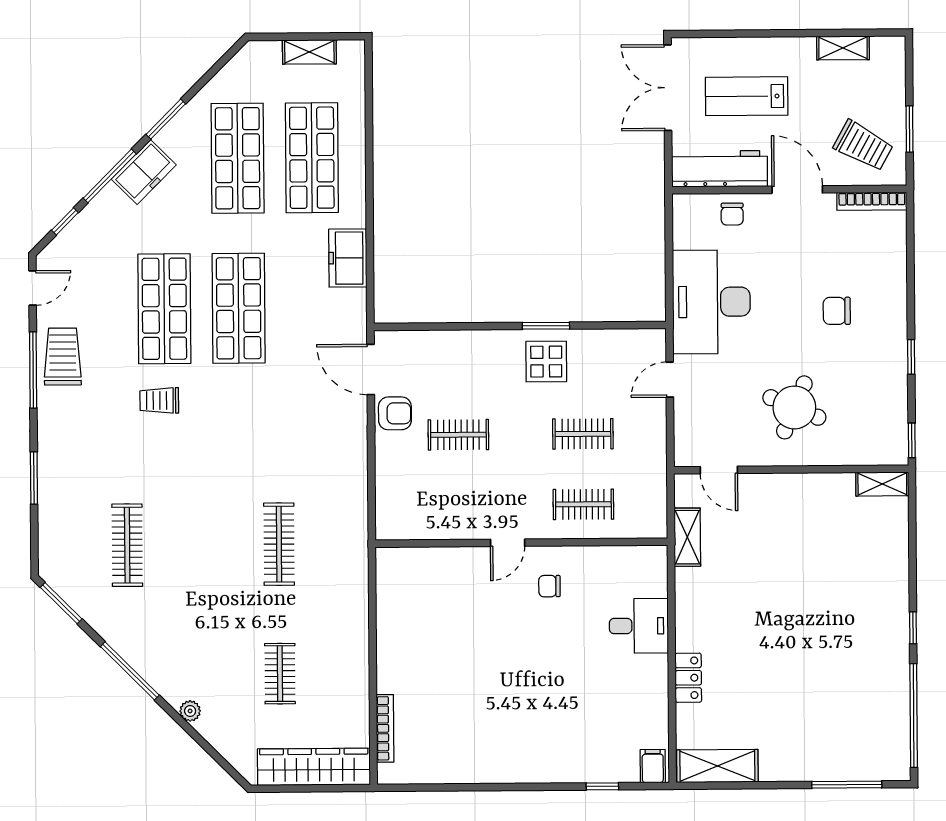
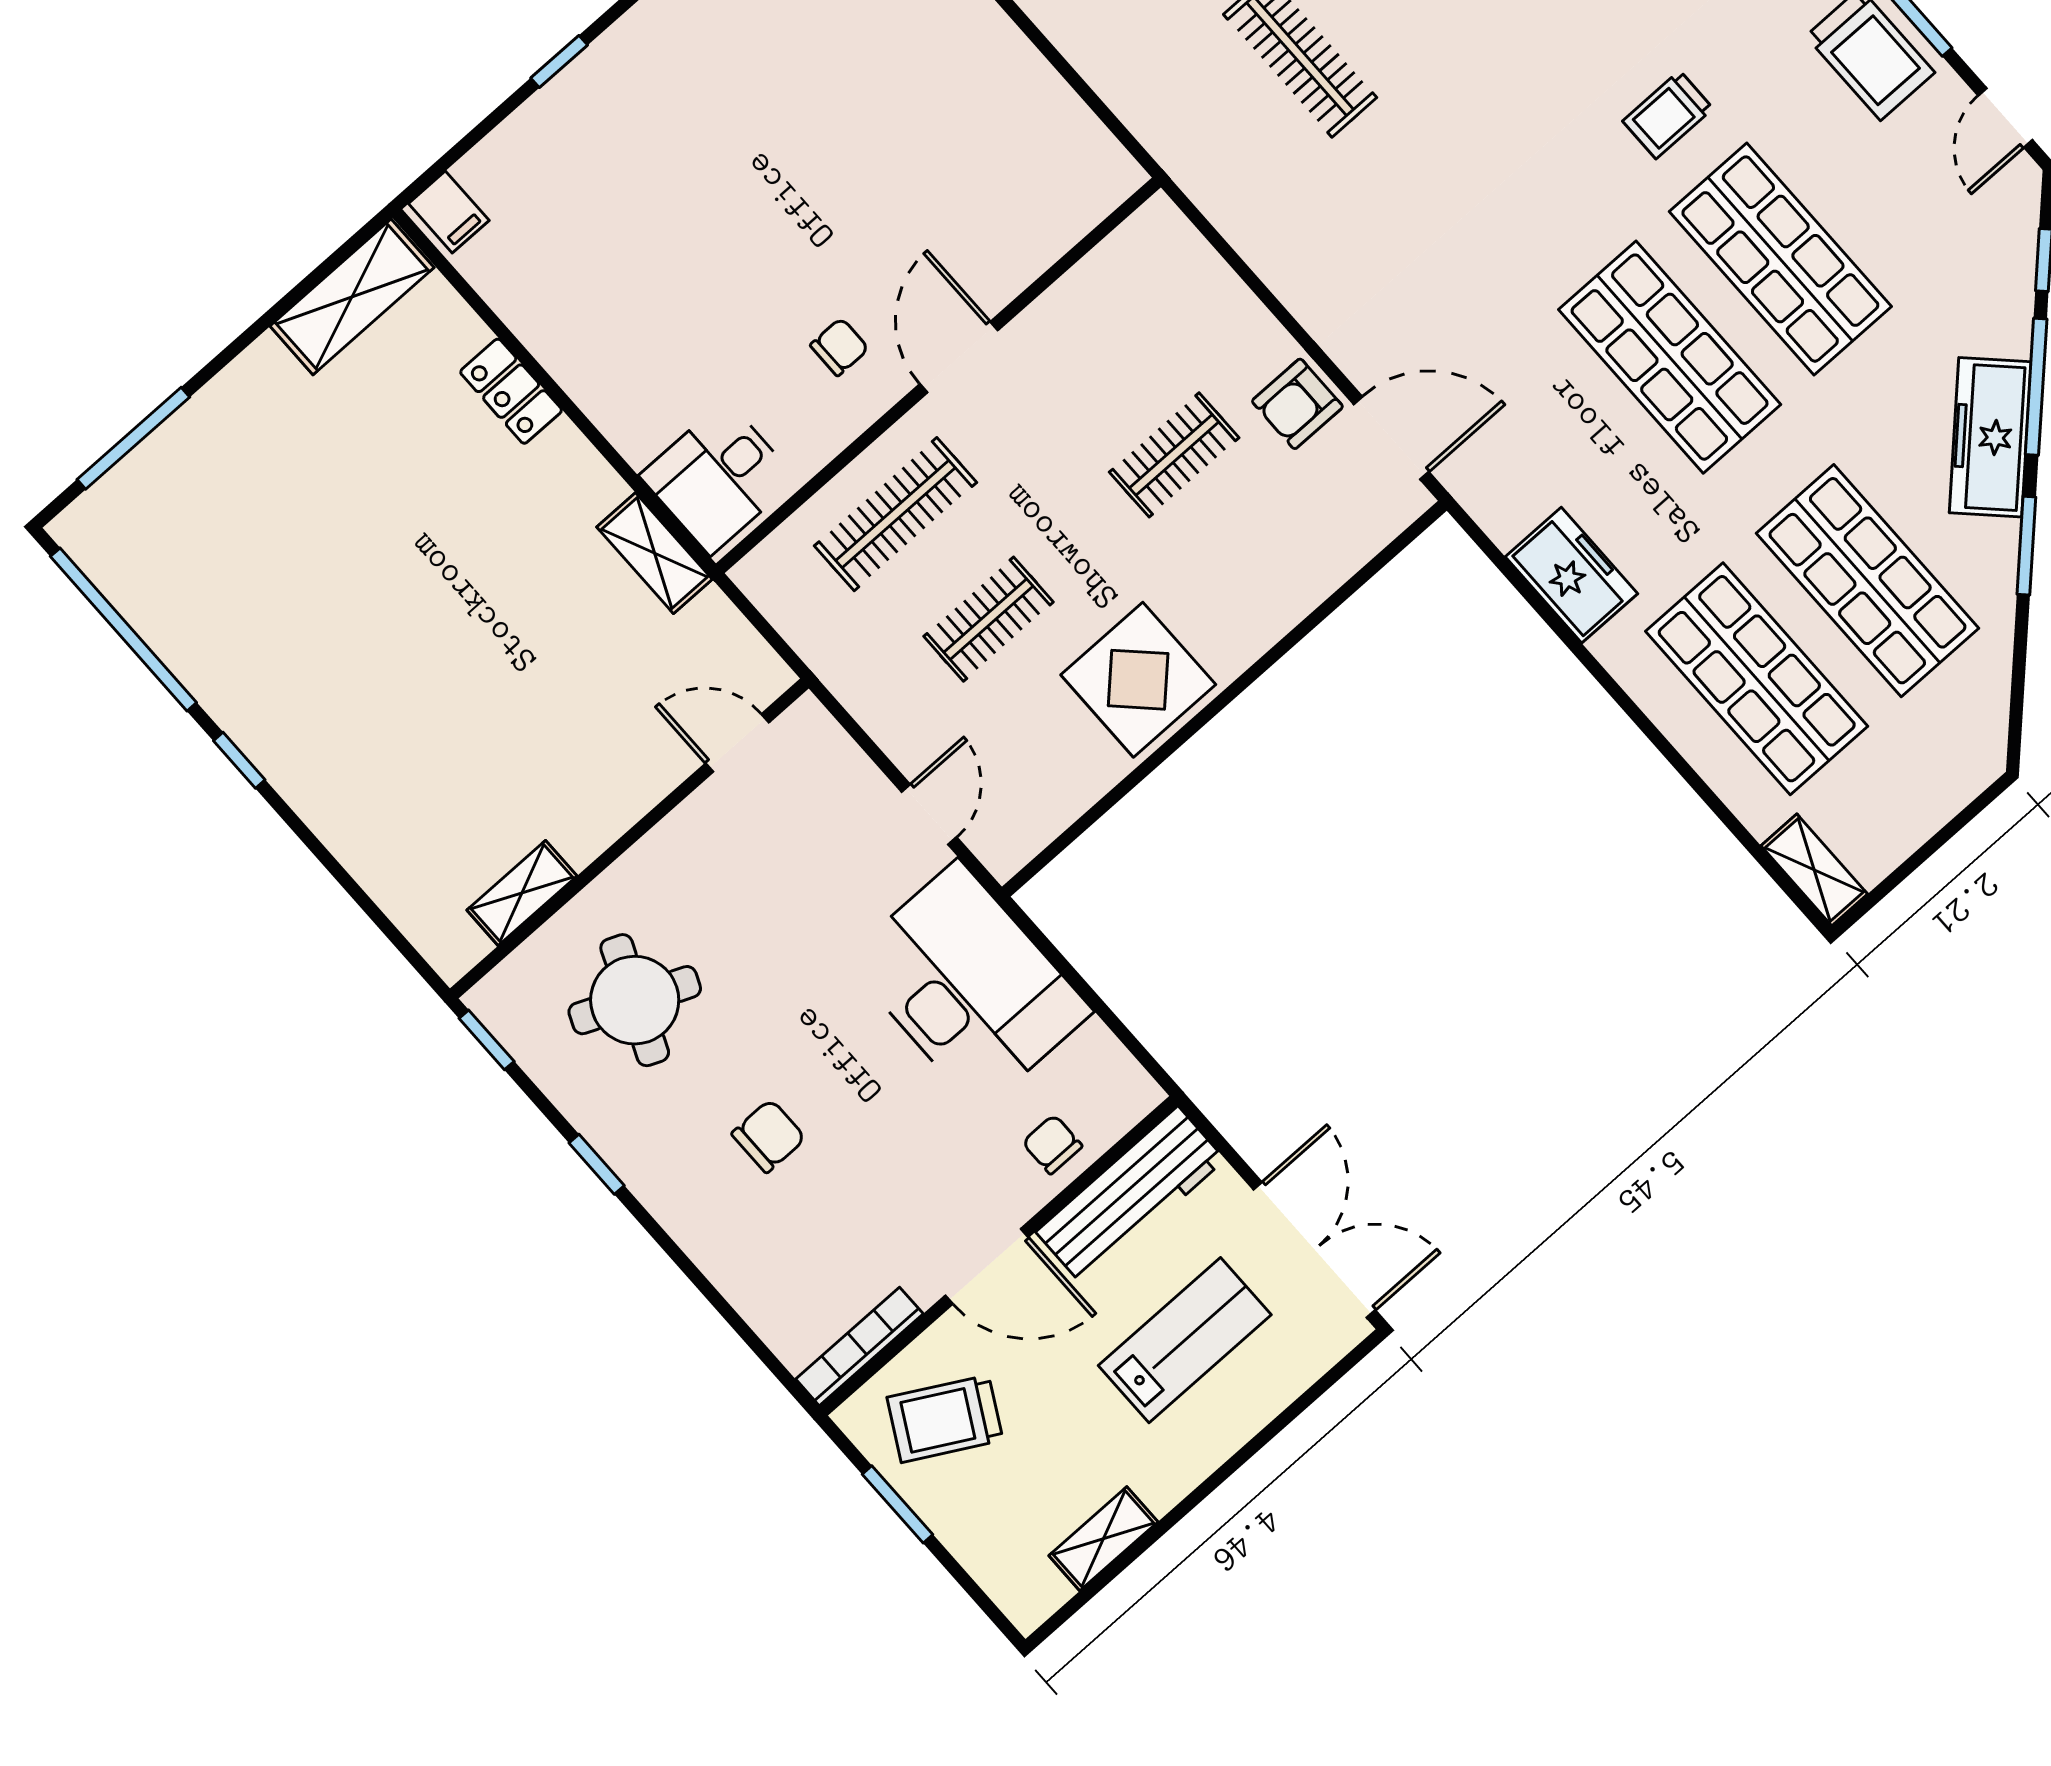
shelving: (309, 52) -> (1814, 870), moved, turned 90
freezer: (144, 172) -> (1990, 437), width x1.40
window: (546, 326) -> (1186, 733), removed
display table: (546, 362) -> (1138, 680), width x1.36, depth x1.36
trolley: (159, 400) -> (1668, 115), turned 180
round table: (794, 407) -> (635, 1000), moved
shelving: (882, 484) -> (522, 893), moved
clothes rail: (583, 504) -> (896, 514), width x1.36
shelving: (687, 537) -> (654, 553), moved
door: (508, 543) -> (959, 357), width x1.38
desk: (639, 626) -> (718, 478), moved
window: (602, 786) -> (559, 62), moved

